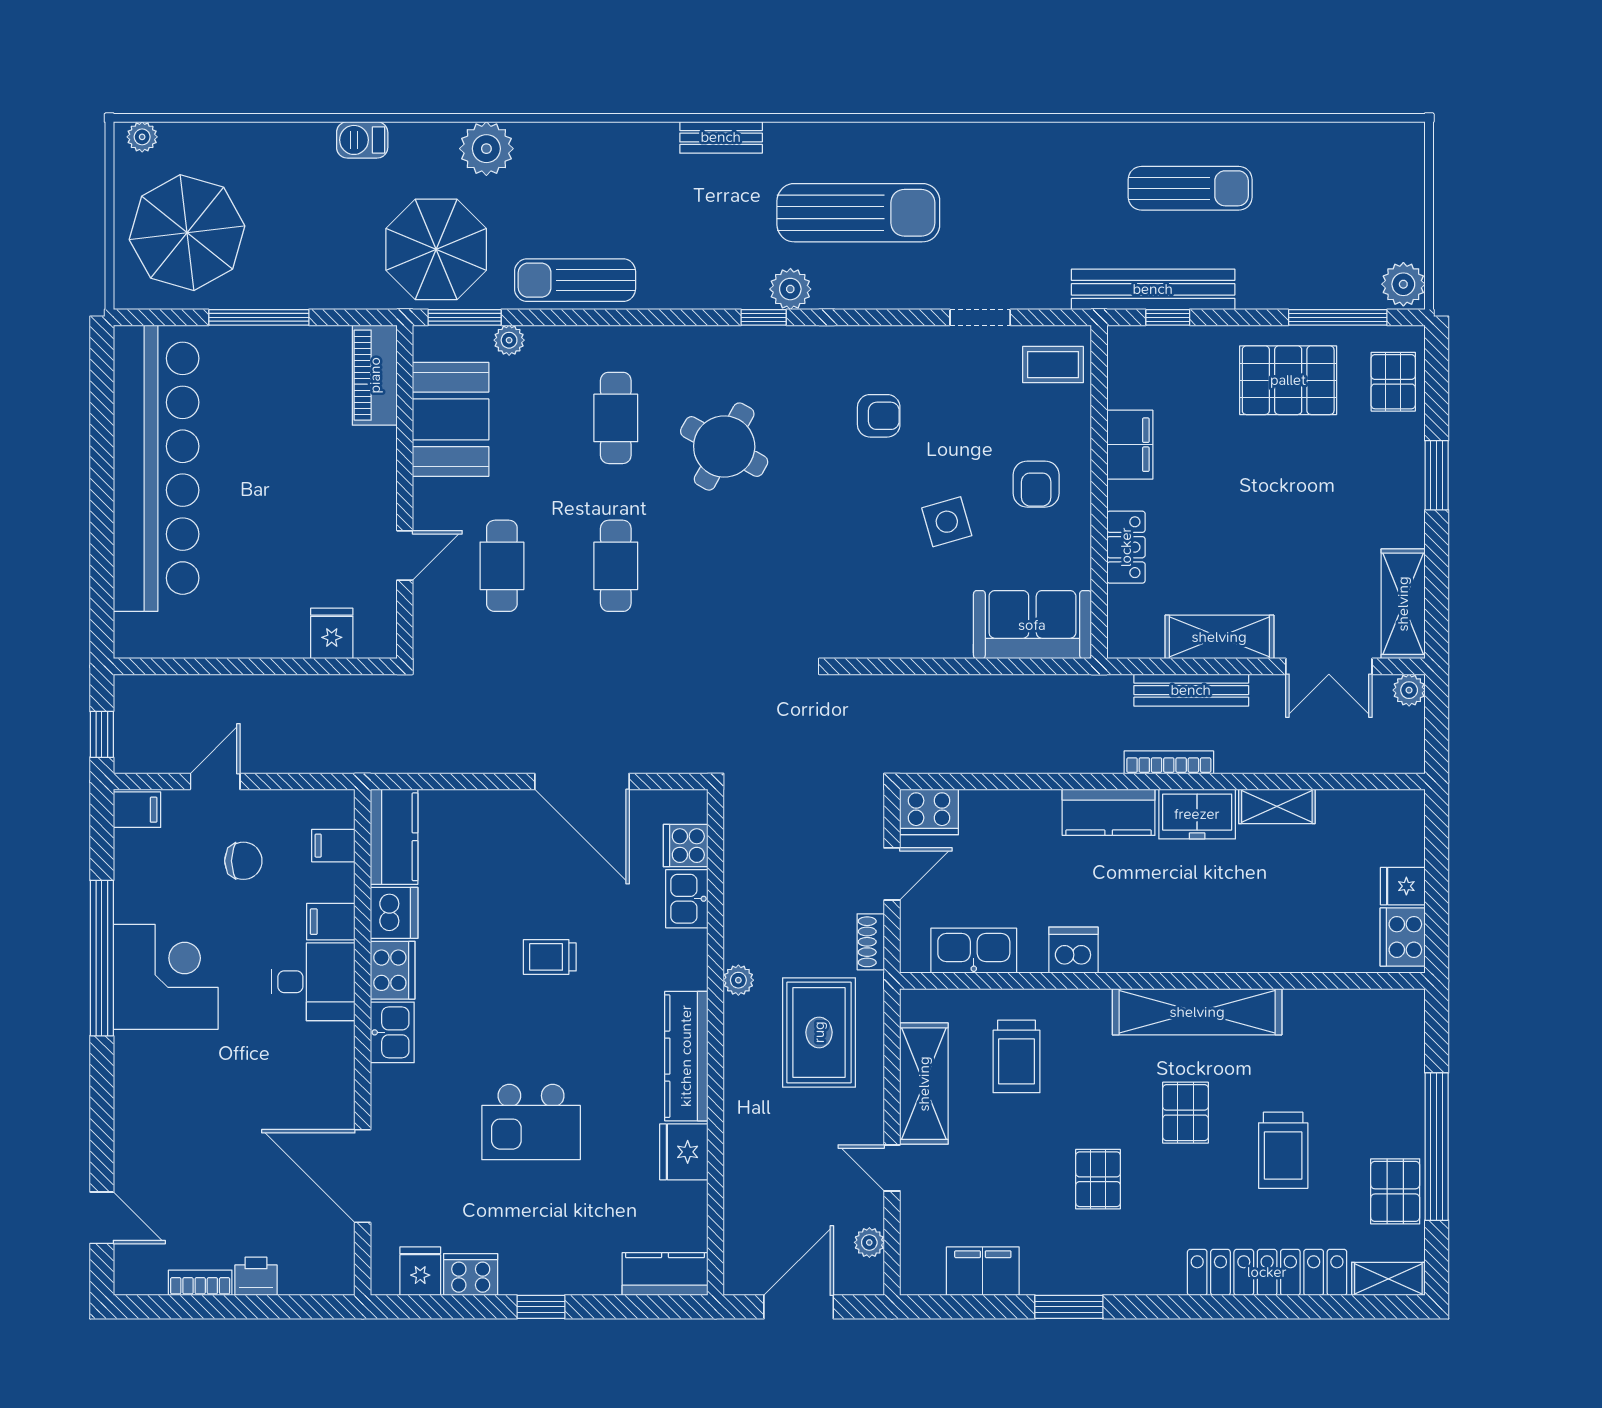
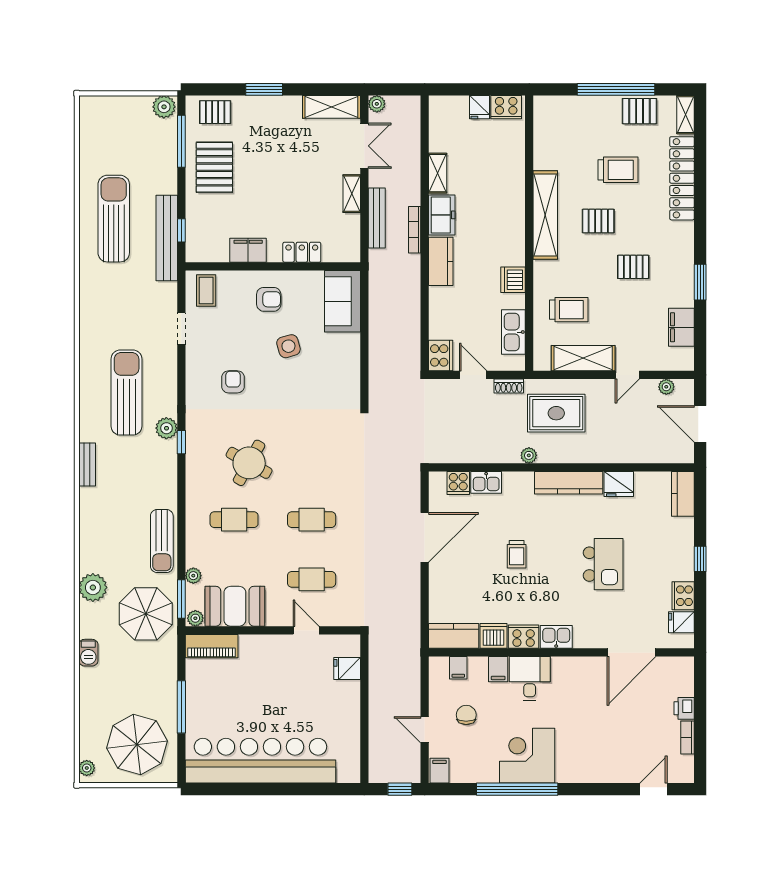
sun lounger: (1190, 188) -> (114, 219), width x1.36, depth x1.34
plant: (428, 344) -> (195, 618), added
shelving: (1219, 637) -> (352, 194), width x0.67, depth x0.75

